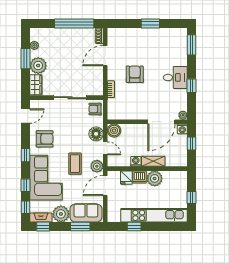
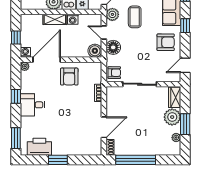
printer: (168, 36) -> (39, 147), added
armchair: (135, 74) -> (69, 77), moved
armchair: (45, 139) -> (166, 42), turned 180

